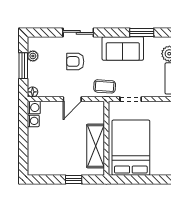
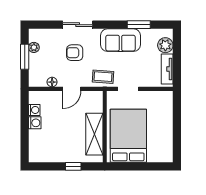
floor lamp: (33, 92) -> (52, 82), moved
washing machine: (34, 108) -> (35, 123), moved

